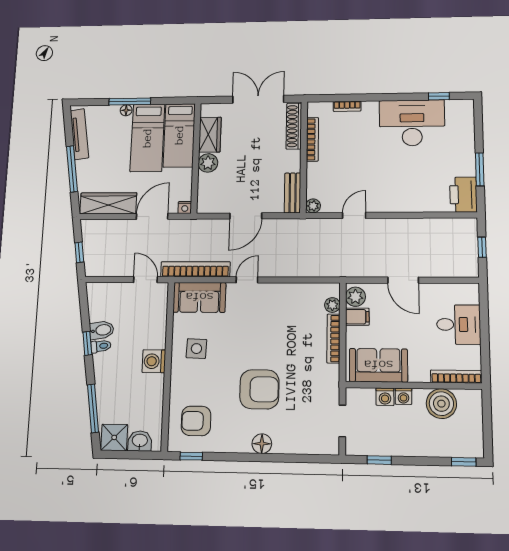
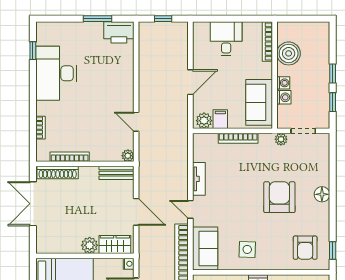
wardrobe: (210, 135) -> (115, 244), moved
tv unit: (284, 290) -> (199, 179), added
plant: (332, 305) -> (281, 139), moved
window: (464, 462) -> (333, 73), moved

